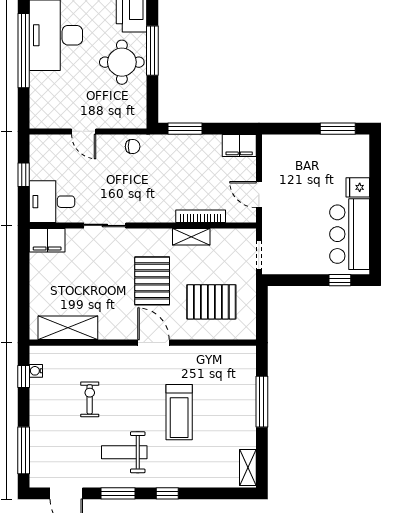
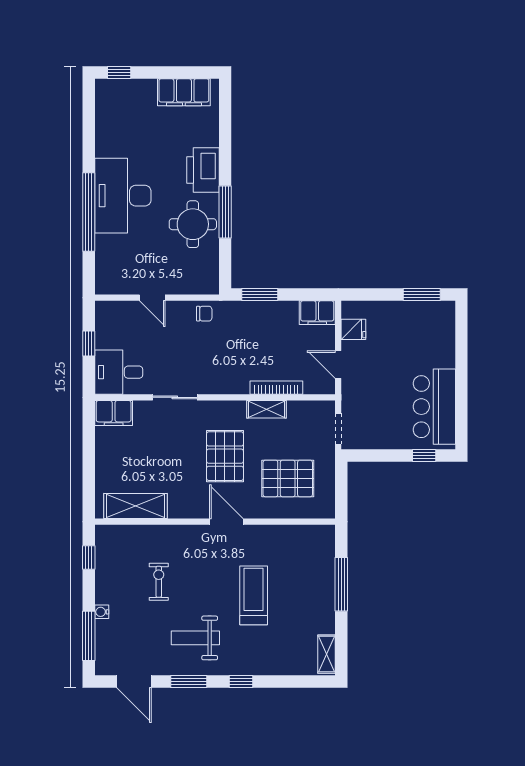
fridge: (358, 187) -> (353, 329), moved, turned 180
water cooler: (36, 371) -> (102, 612), moved
treadmill: (179, 412) -> (254, 595), turned 180

